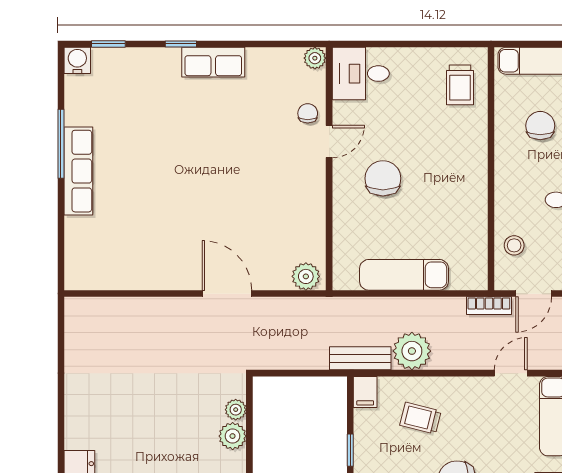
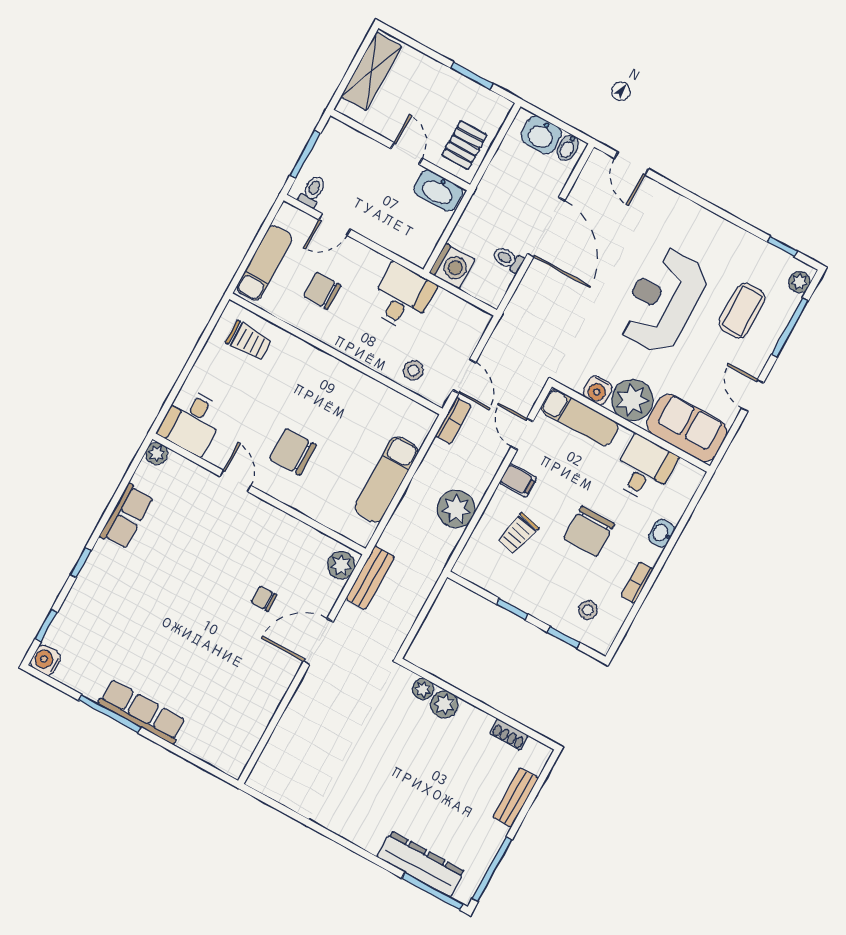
row of seats: (213, 62) -> (127, 516), moved
chair: (308, 113) -> (264, 599), moved
bench: (360, 358) -> (370, 578), moved
filing cabinet: (365, 392) -> (518, 480), moved

